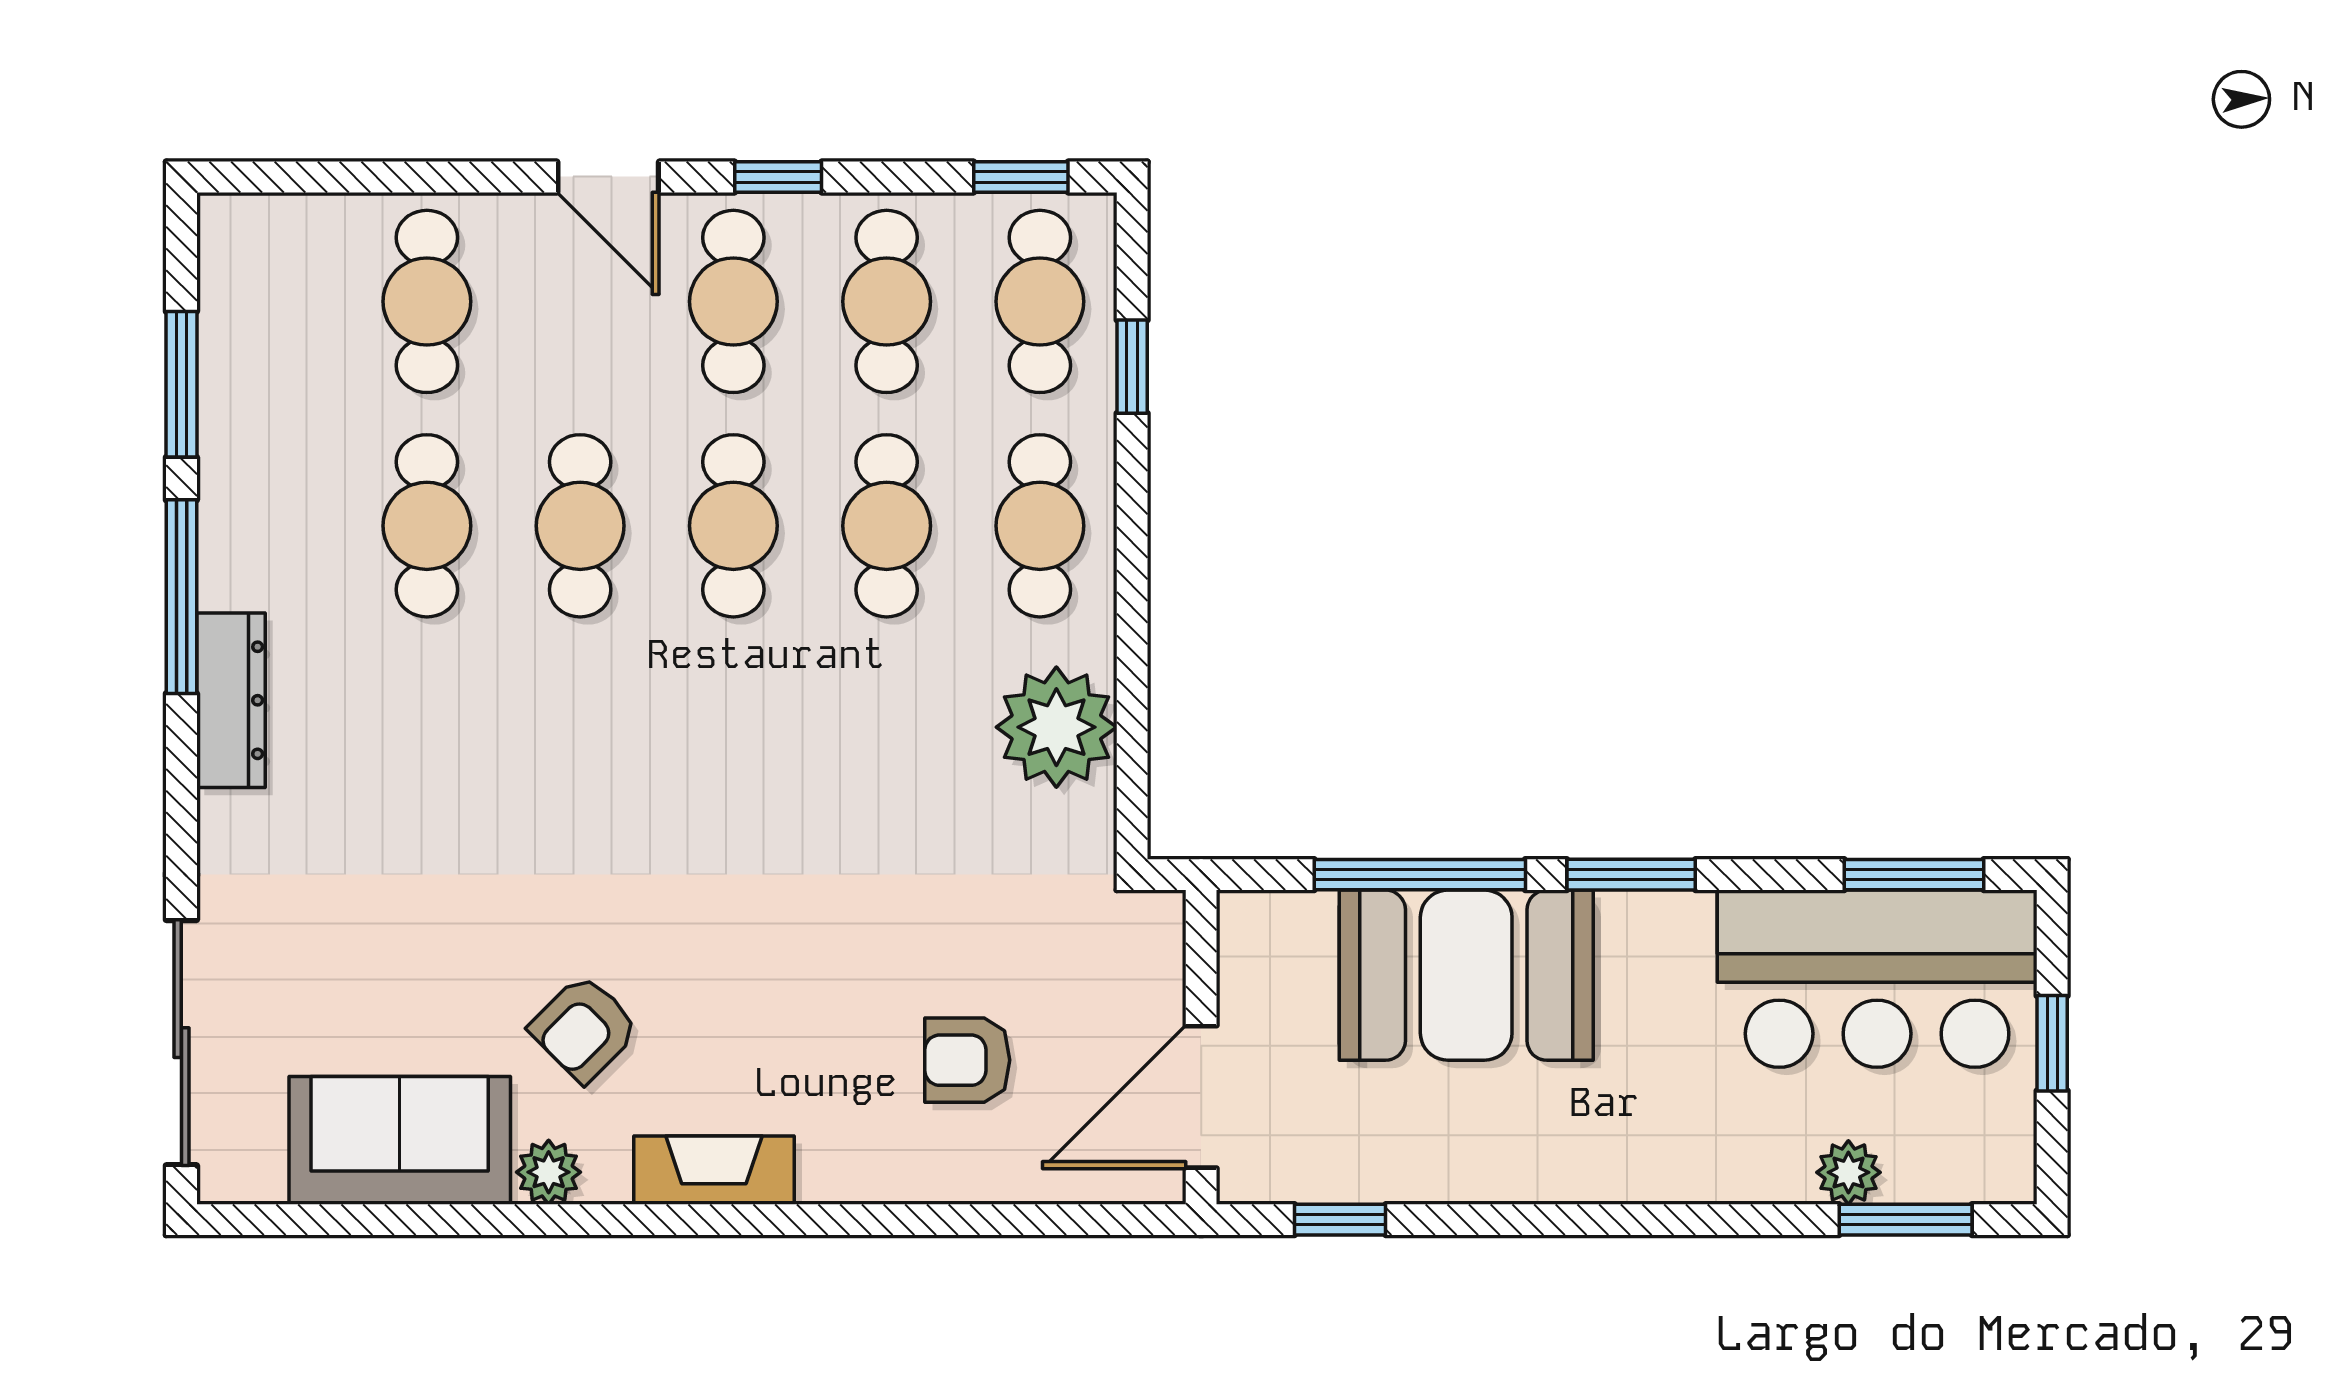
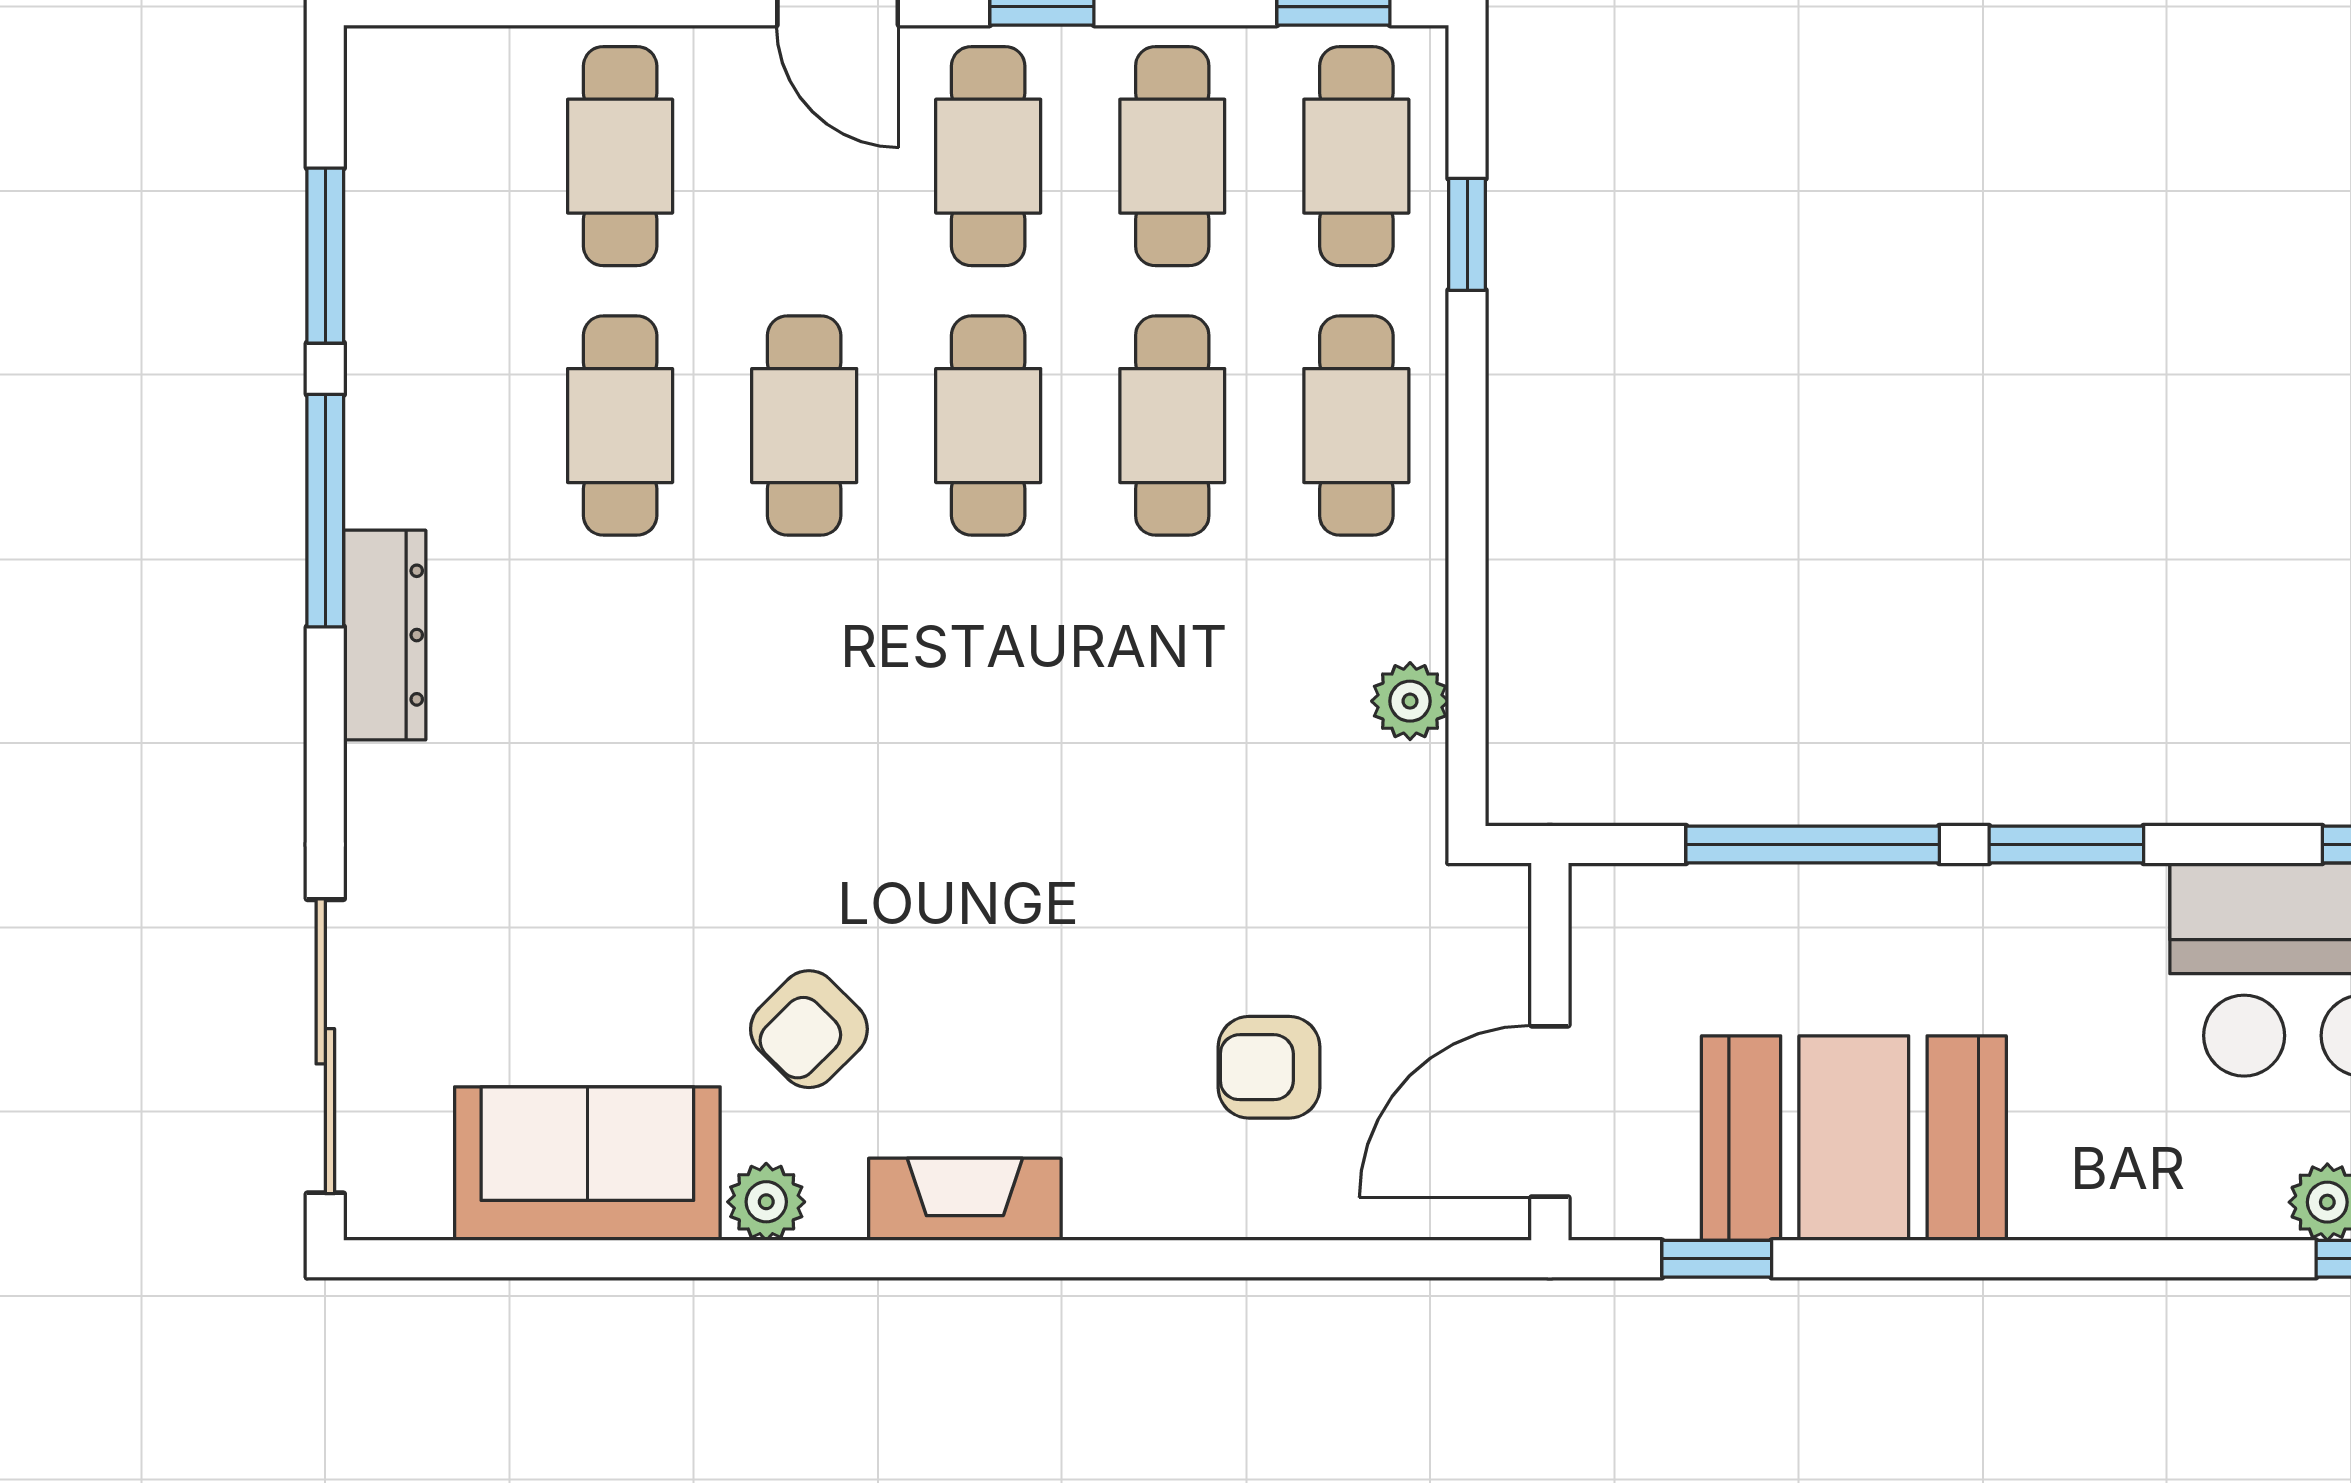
plant: (1056, 727) -> (1410, 701), width x0.53, depth x0.53
booth: (1466, 975) -> (1854, 1138), moved

